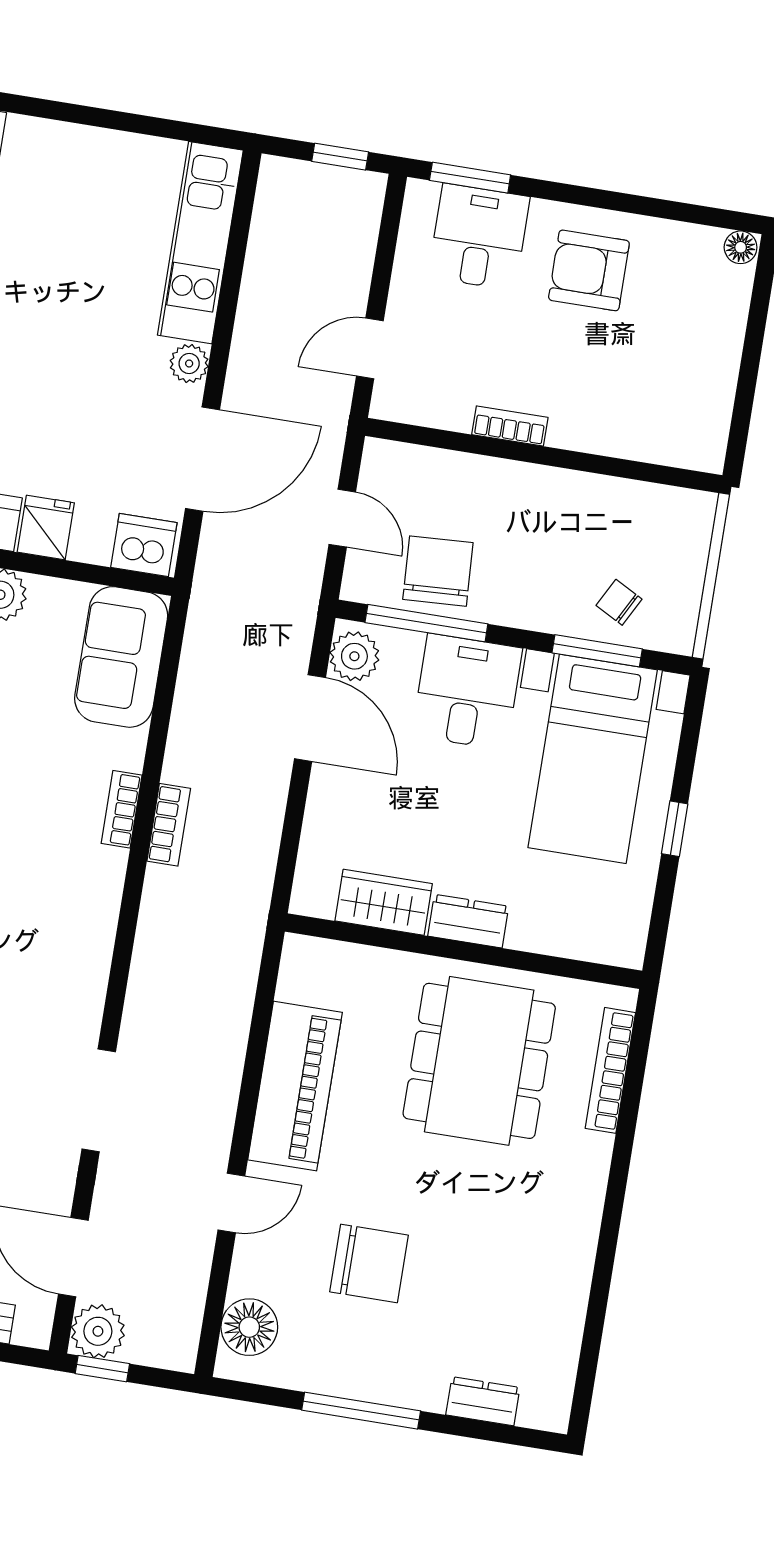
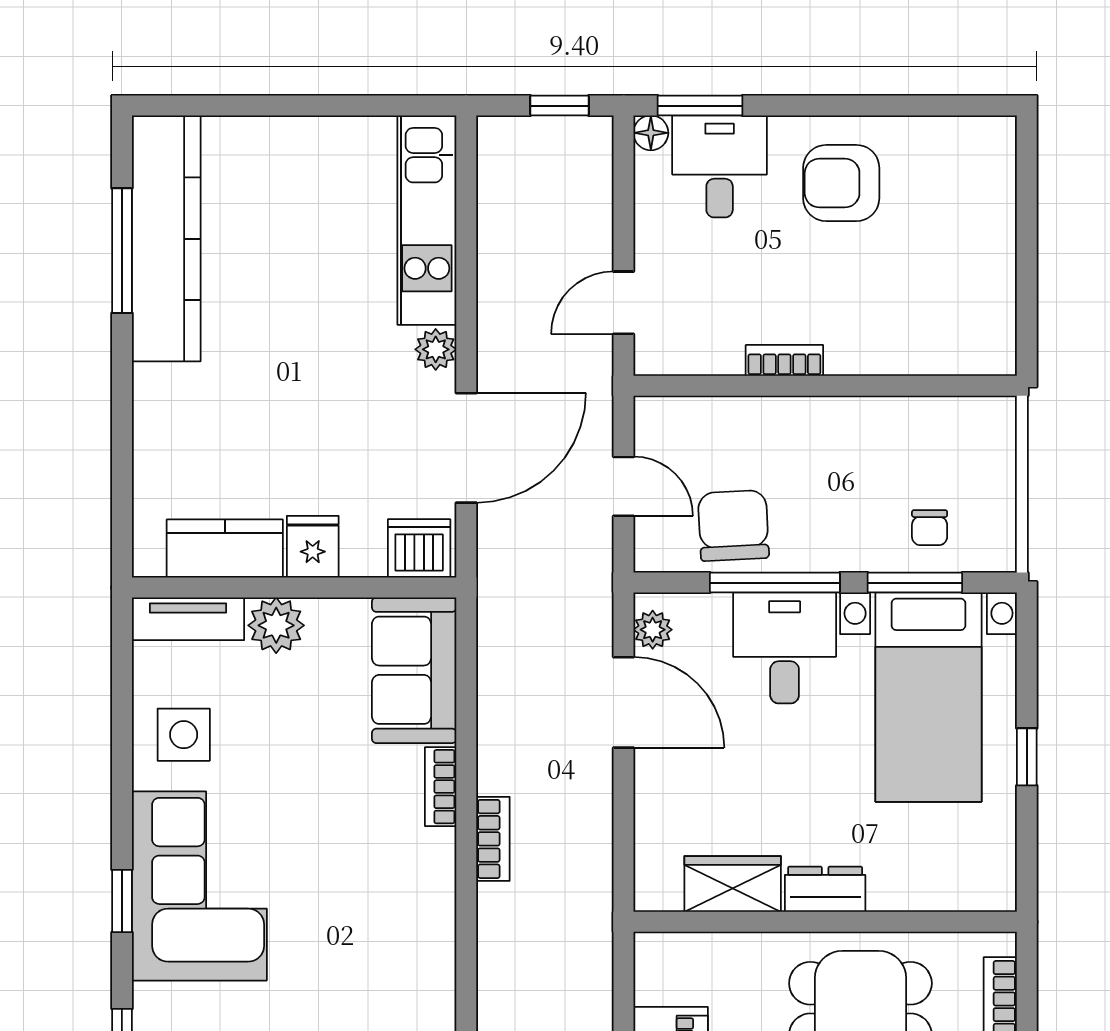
floor lamp: (741, 247) -> (651, 133), moved
chair: (619, 602) -> (930, 528), turned -118
window: (426, 623) -> (775, 583), moved
plant: (354, 656) -> (653, 630), width x0.73, depth x0.73
bookcase: (122, 809) -> (441, 787), moved

